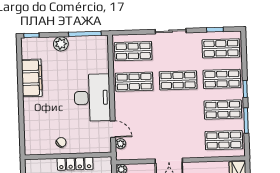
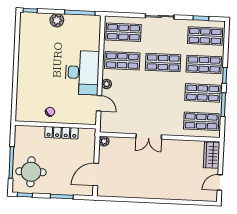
filing cabinet: (32, 78) -> (27, 50), removed
plant: (120, 144) -> (107, 84), moved

